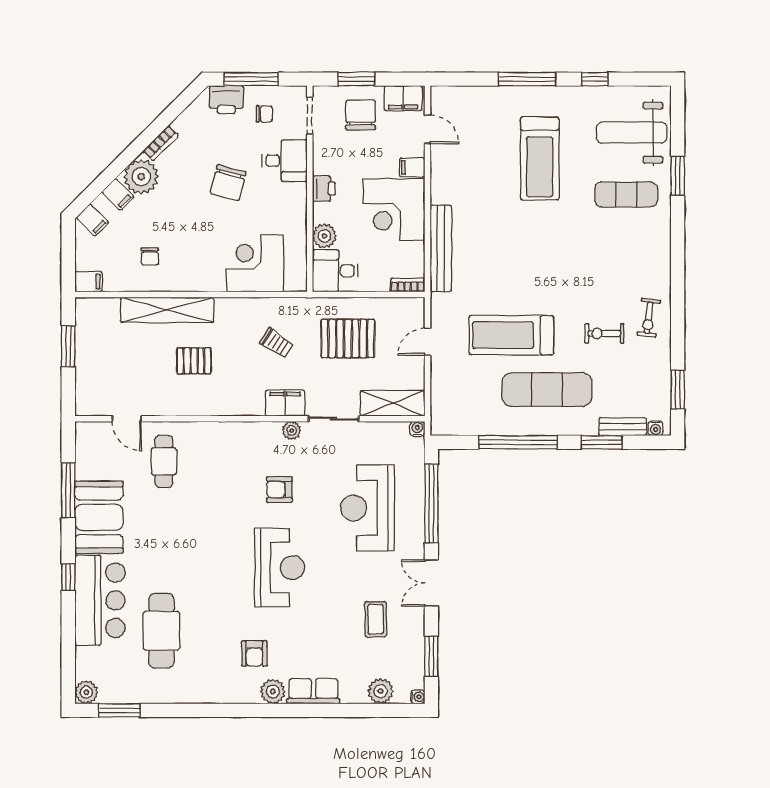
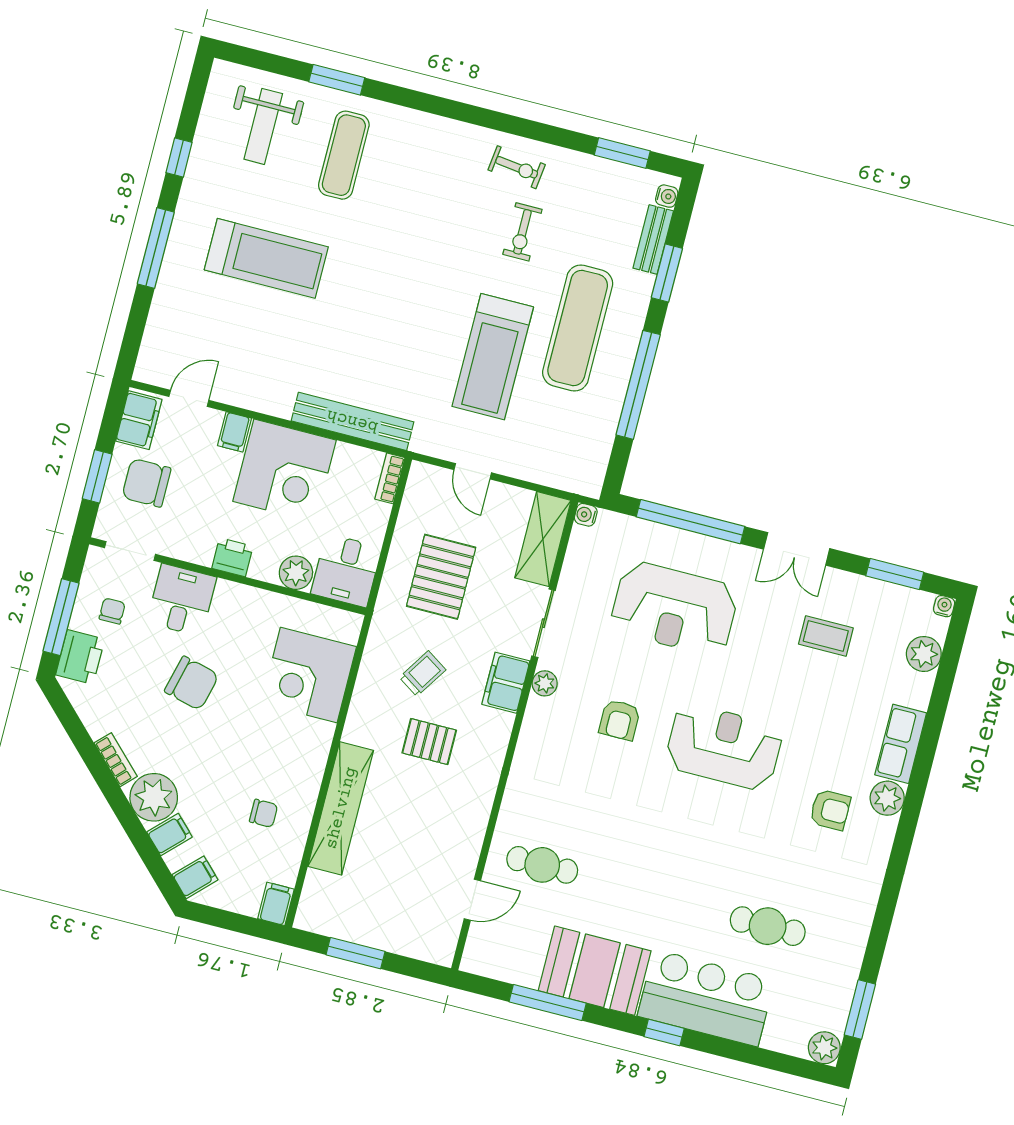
weight bench: (632, 133) -> (263, 126), width x0.73, depth x0.75
pallet: (194, 361) -> (429, 742), moved, turned 90
cafe table: (161, 631) -> (768, 926), width x0.73, depth x0.74

